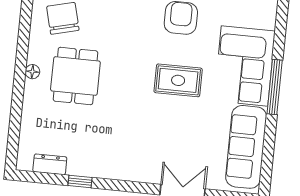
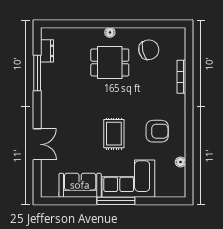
sofa: (246, 147) -> (80, 185), width x0.73
window: (80, 182) -> (37, 73), width x2.17

